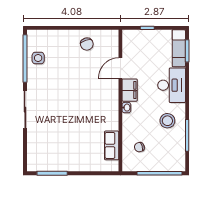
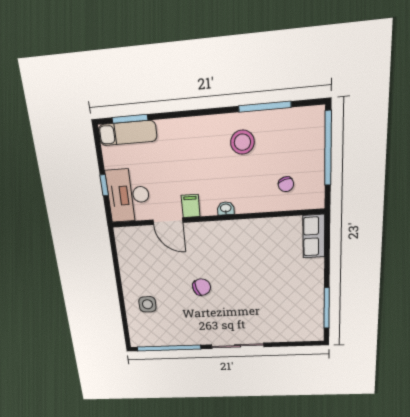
chair: (87, 44) -> (202, 287), moved
side table: (38, 58) -> (147, 304), moved
desk: (172, 85) -> (128, 195), moved, turned -90
filing cabinet: (130, 90) -> (191, 206), width x0.50
row of seats: (112, 145) -> (314, 236), moved, turned 90

